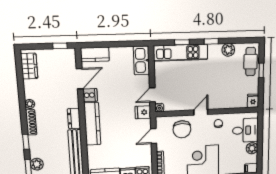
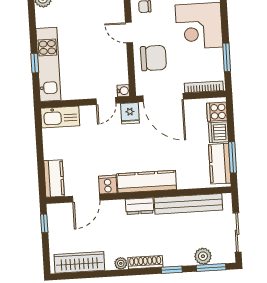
window: (211, 41) -> (32, 23), removed
wardrobe: (29, 66) -> (79, 262), width x1.50
door: (80, 79) -> (86, 198), swing flipped
door: (152, 95) -> (106, 101), hinge flipped
door: (154, 136) -> (163, 98), width x1.87

